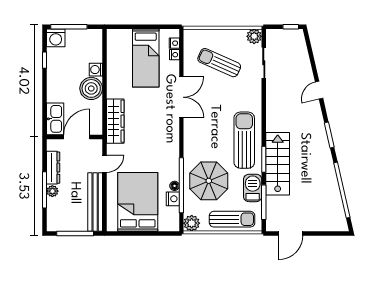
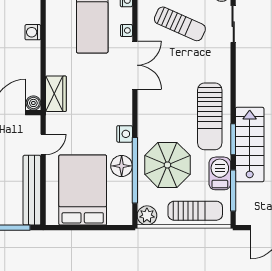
nightstand: (174, 55) -> (126, 30), moved
sun lounger: (219, 63) -> (180, 24), turned 180
boiler: (91, 88) -> (33, 103), moved, width x0.54, depth x0.54
wardrobe: (115, 121) -> (56, 94), width x0.67
sun lounger: (244, 140) -> (210, 116), turned 180
floor lamp: (175, 186) -> (122, 166), width x1.89, depth x1.89
nightstand: (173, 199) -> (125, 134), moved

